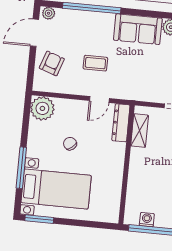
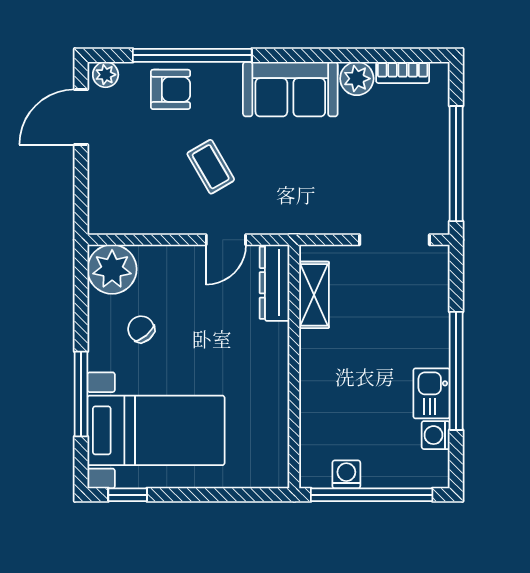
armchair: (52, 63) -> (171, 89), moved, turned 71
coffee table: (95, 63) -> (211, 167), turned 60
chair: (70, 144) -> (141, 329), moved
window: (39, 219) -> (128, 495), width x0.67

